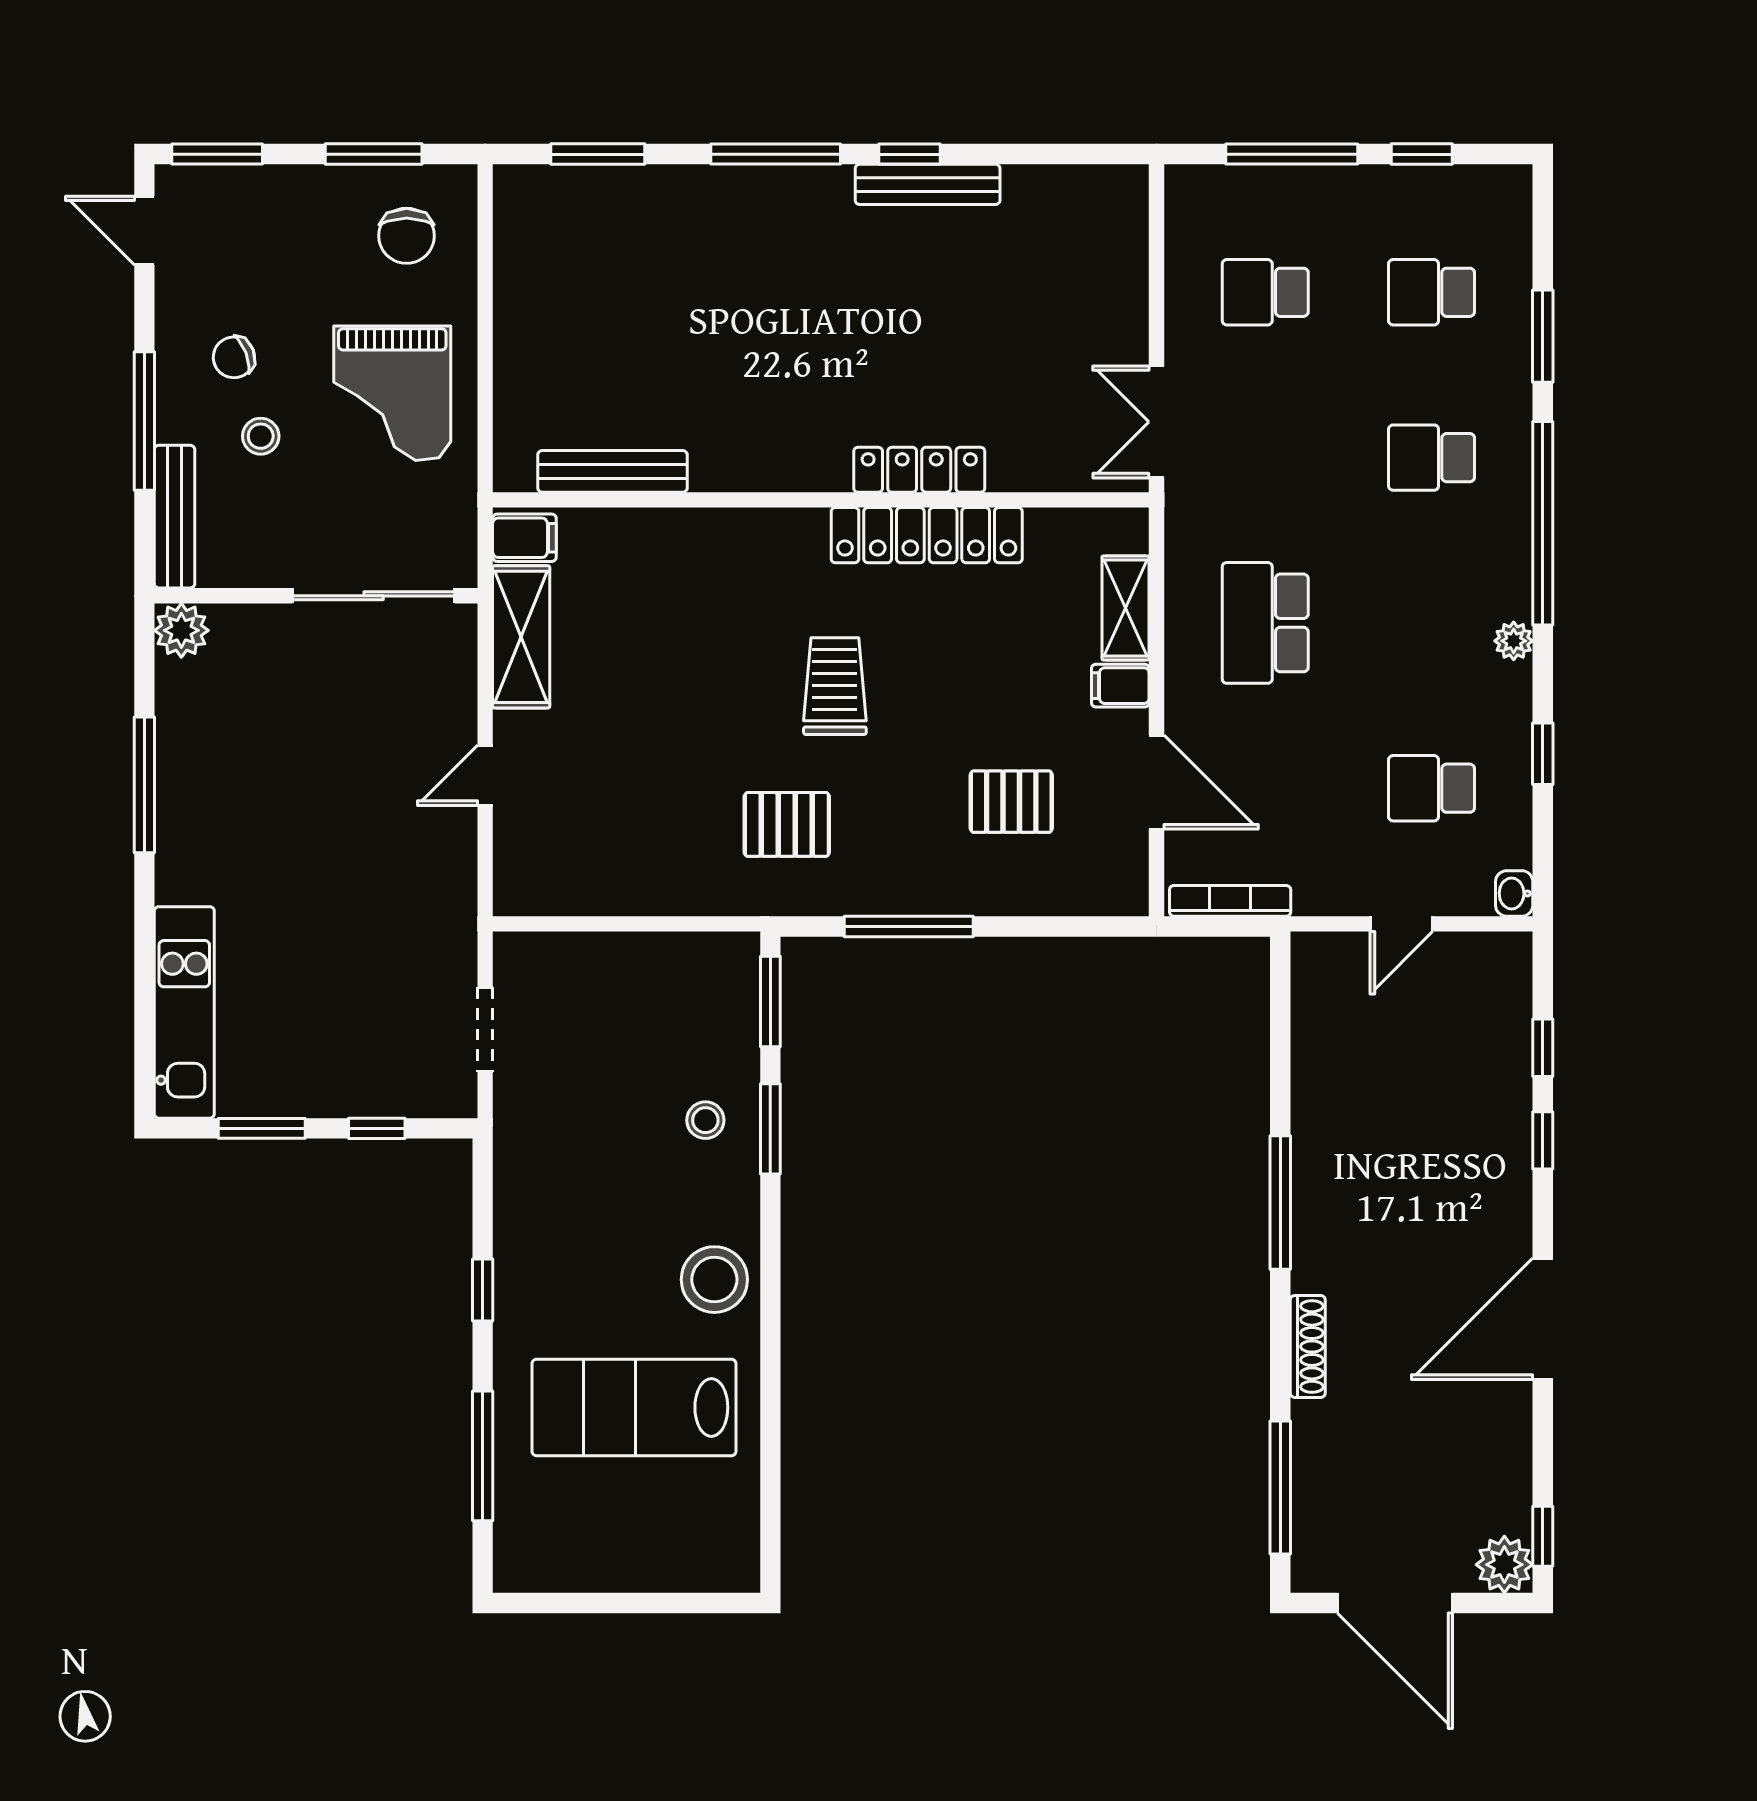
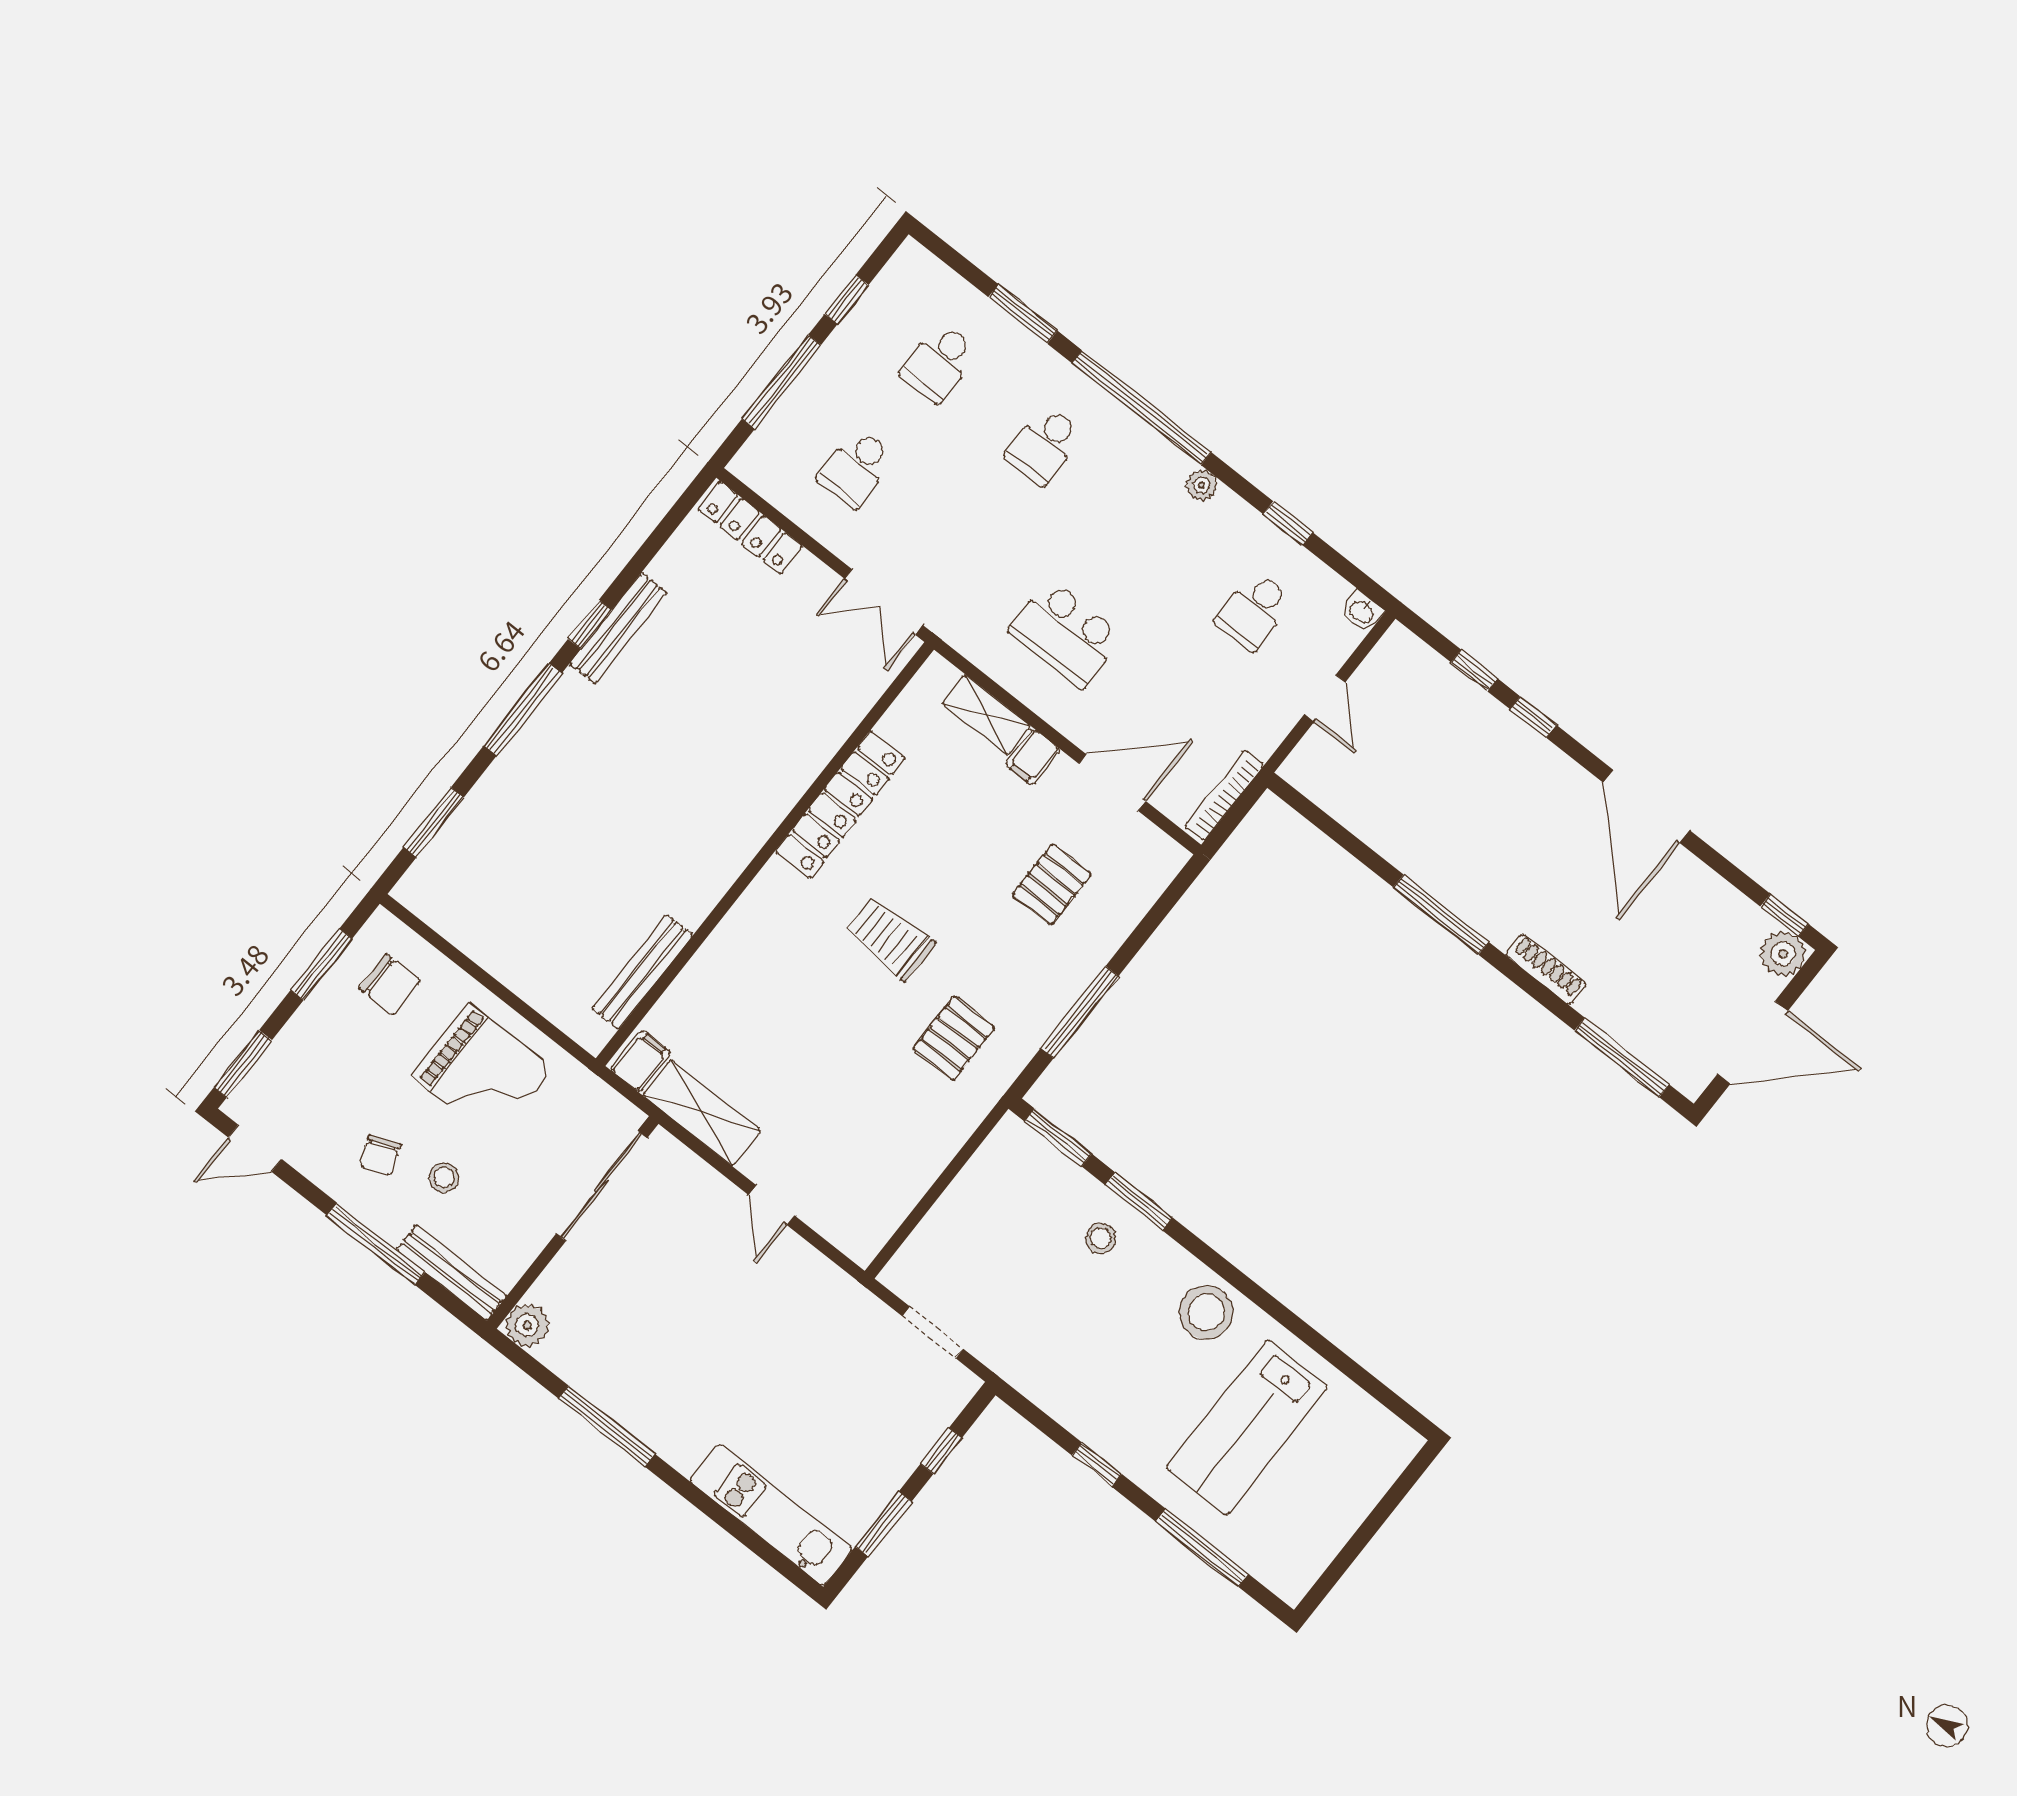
locker: (919, 470) -> (750, 528), moved, turned -90

